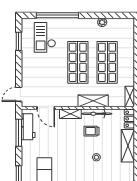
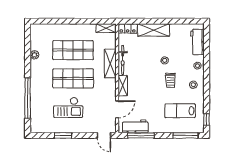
checkout: (45, 37) -> (68, 107), moved
window: (19, 41) -> (63, 135), moved
trolley: (91, 131) -> (170, 80), moved

